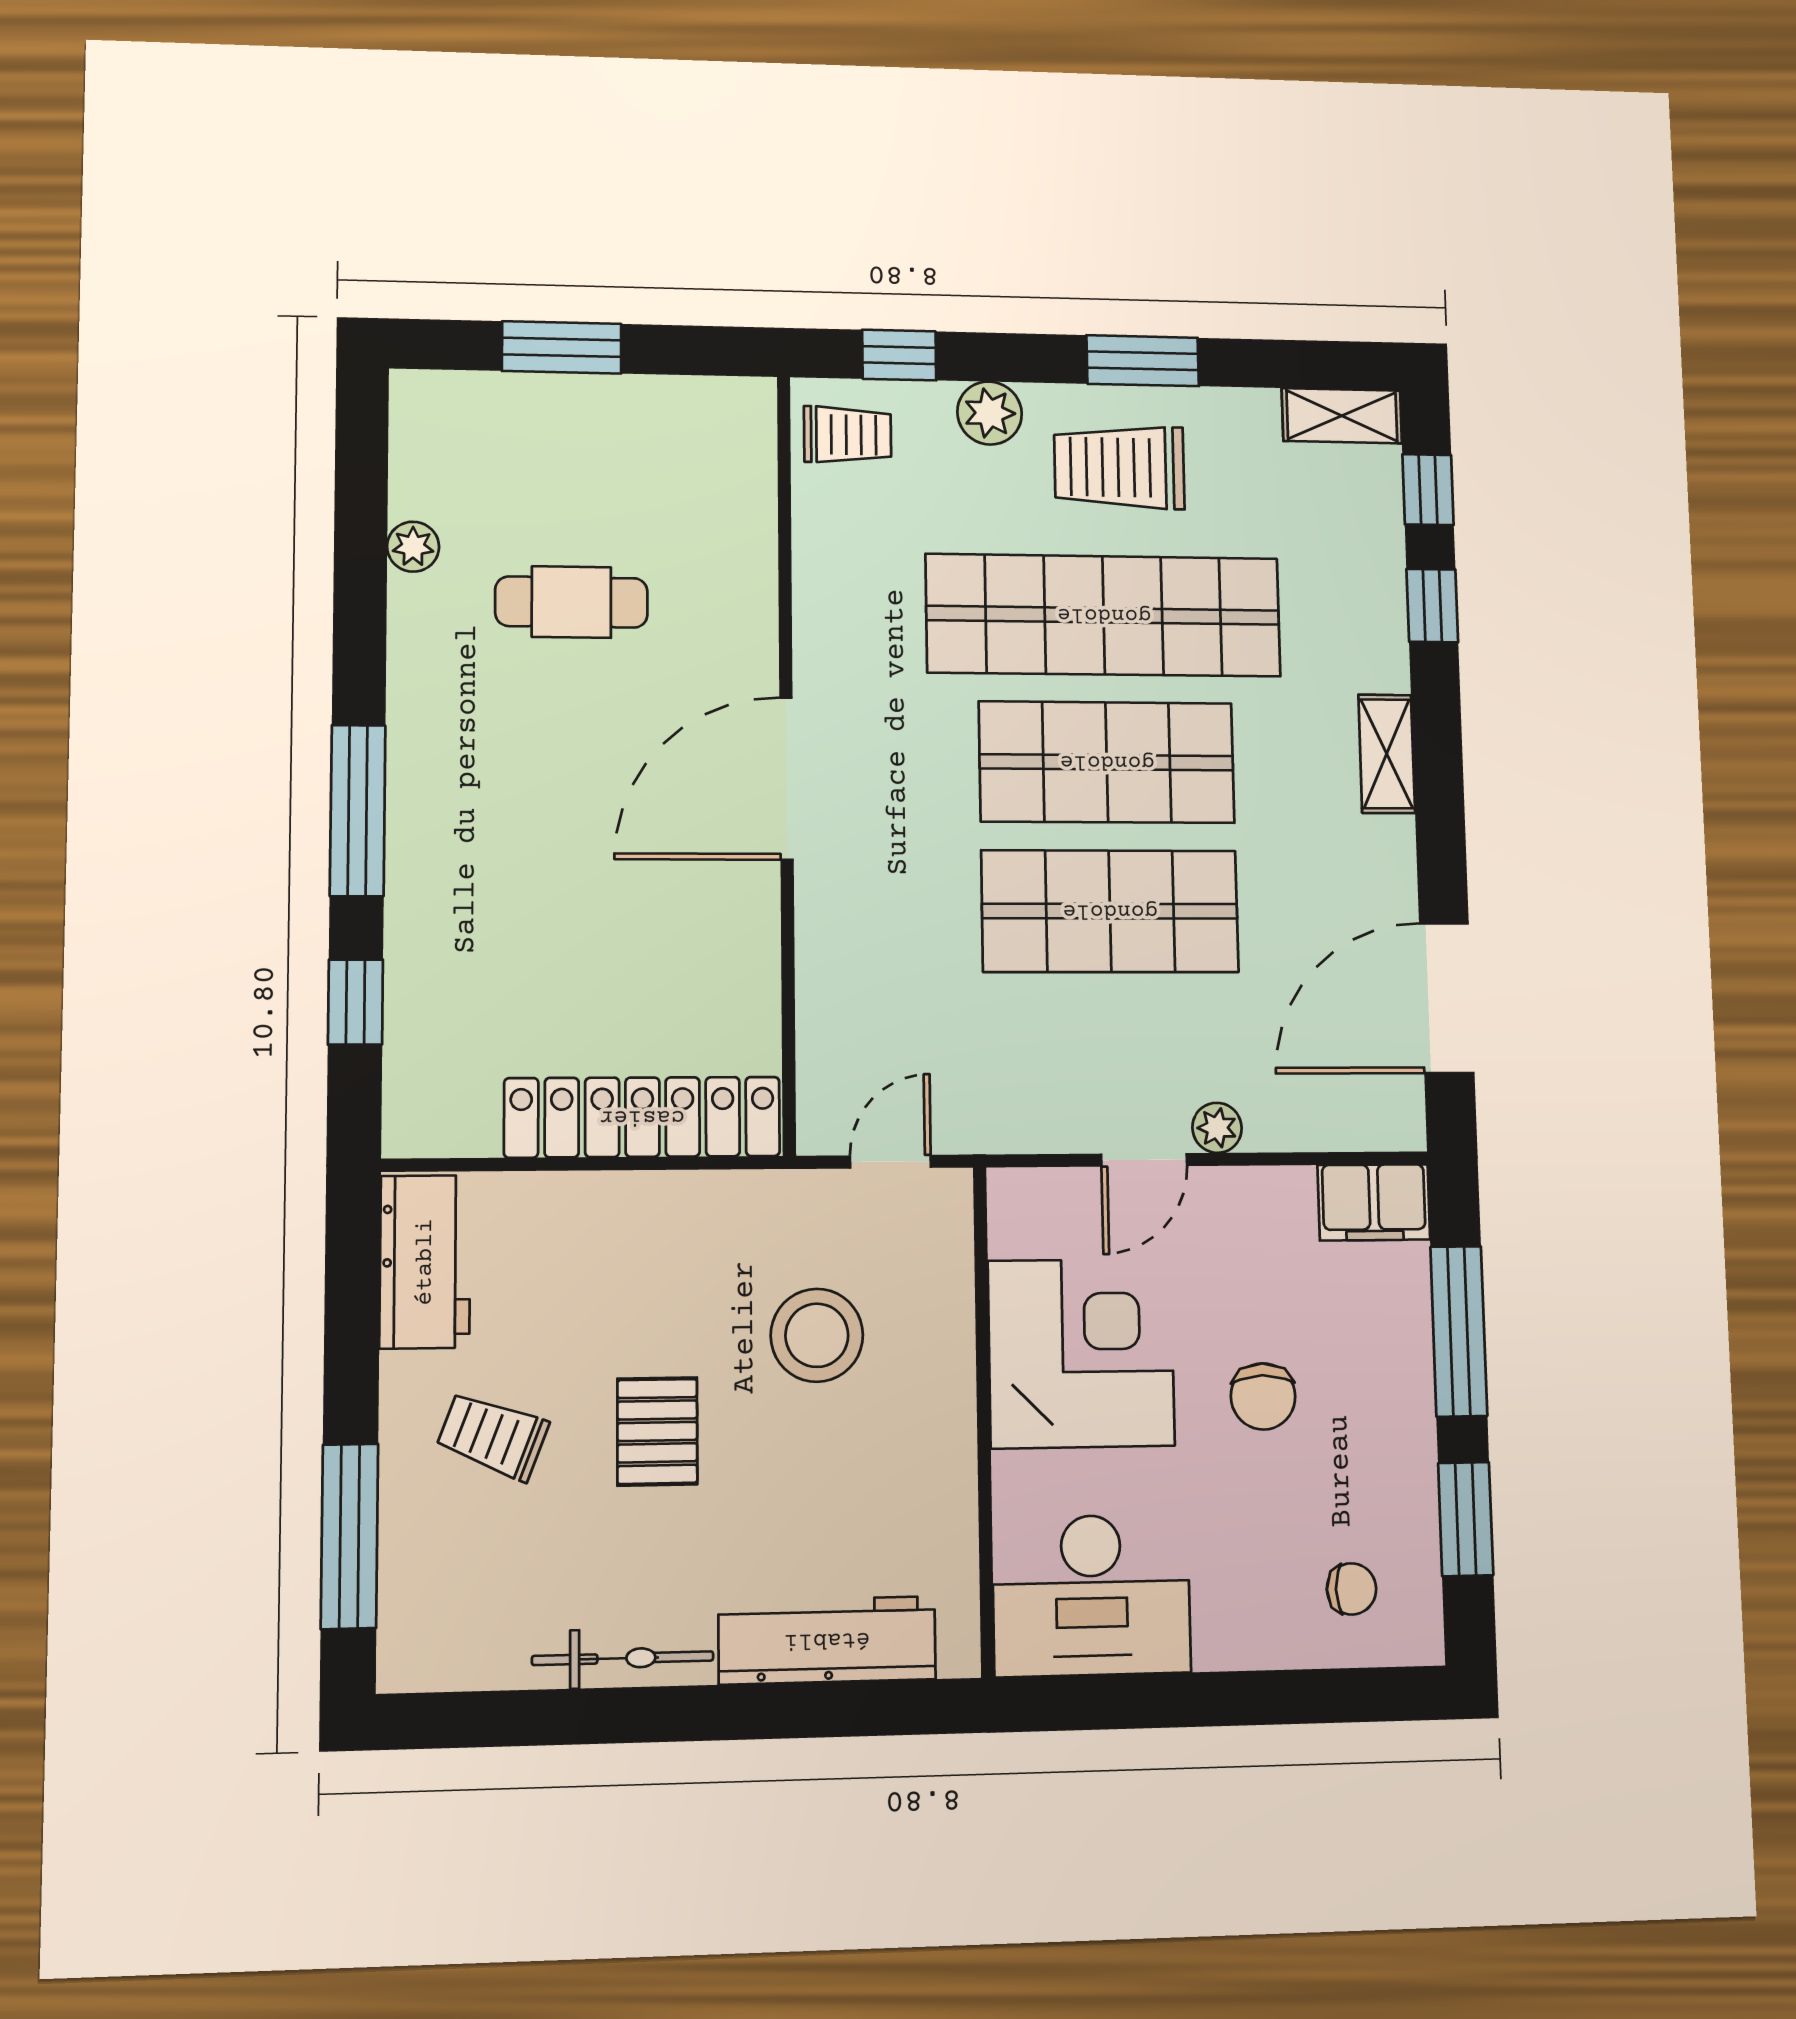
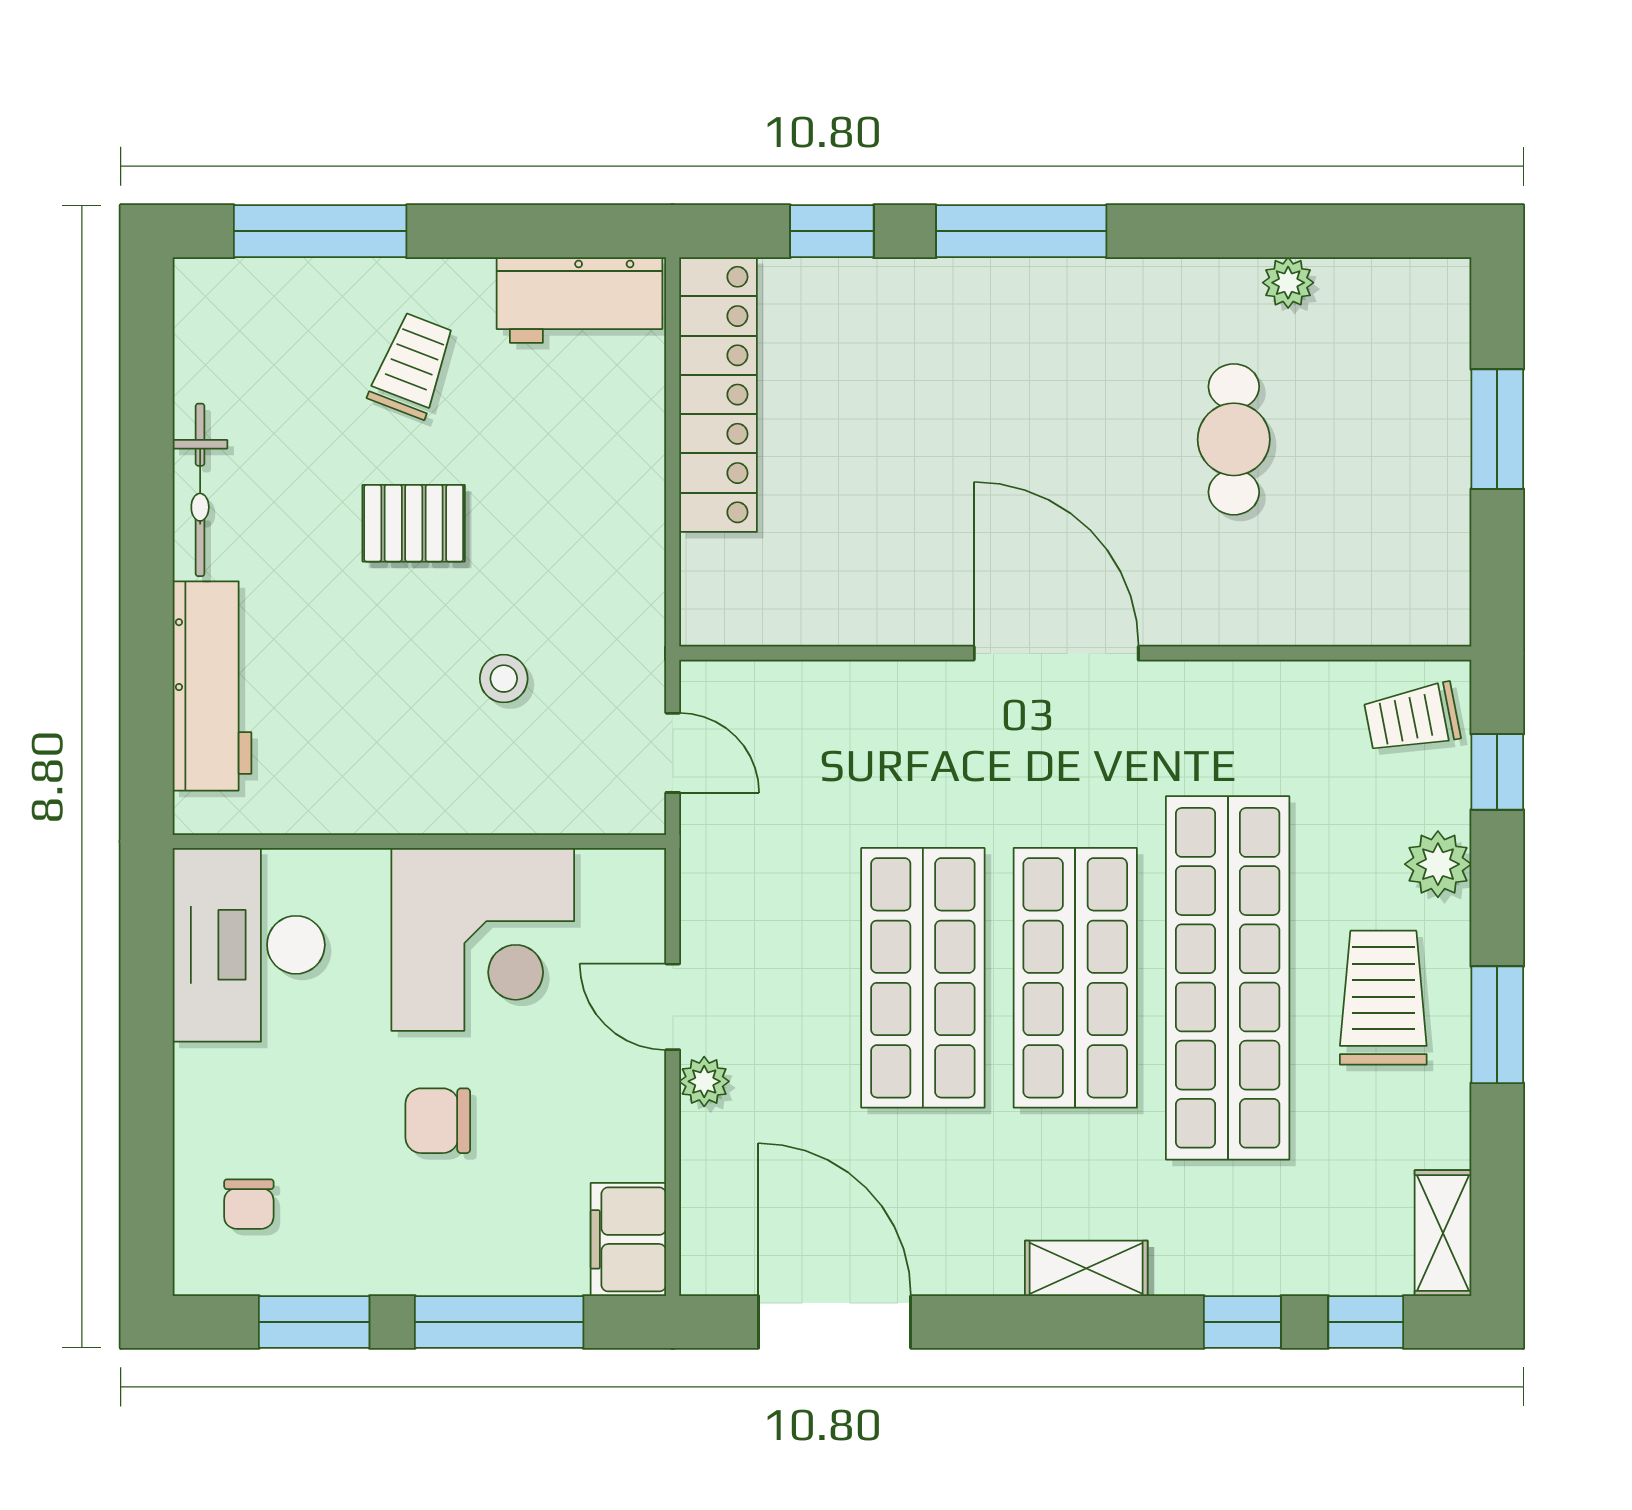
trolley: (848, 435) -> (1412, 718), turned 79
locker: (642, 1117) -> (718, 395), moved
stool: (817, 1335) -> (504, 679), width x0.53, depth x0.53

